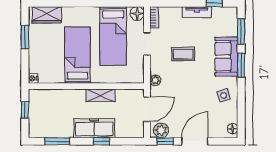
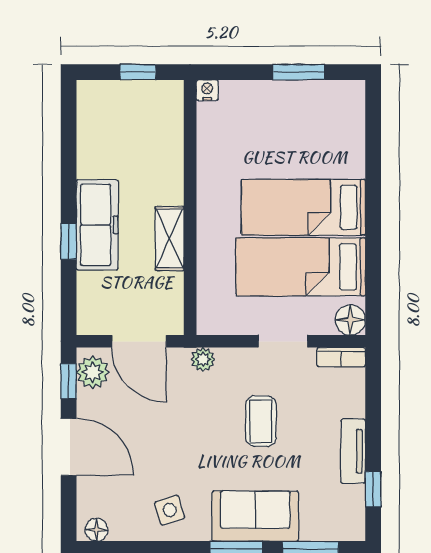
wardrobe: (47, 15) -> (347, 121), removed
bed: (78, 55) -> (303, 207), moved, turned 180
window: (57, 141) -> (69, 143), removed

